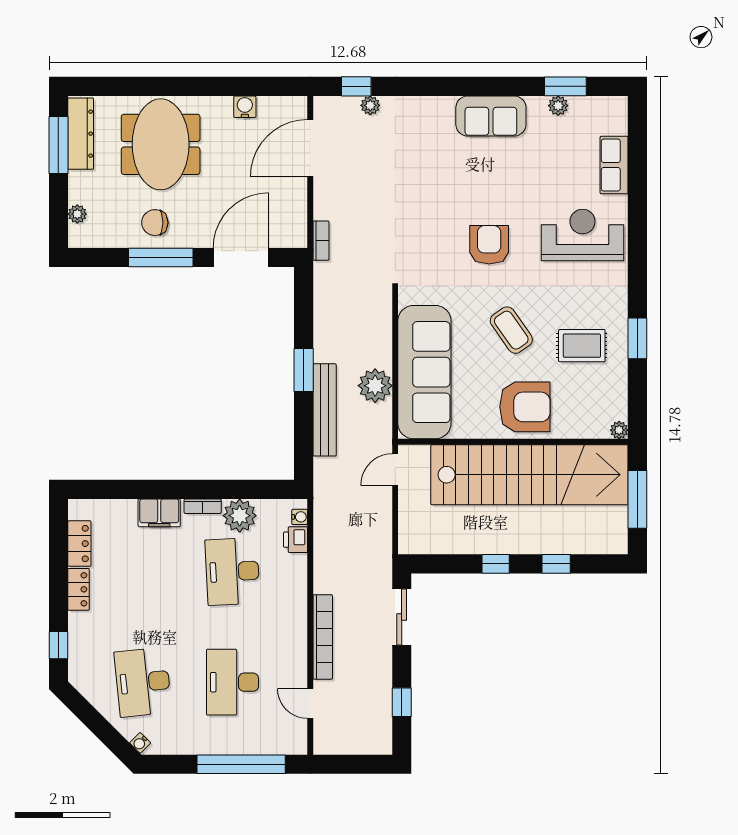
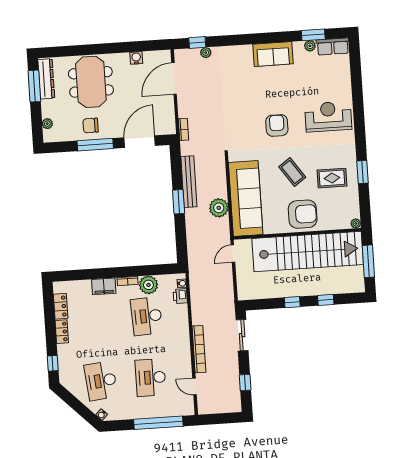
row of seats: (614, 165) -> (333, 46), moved, turned -90
bench: (325, 410) -> (189, 182), moved

